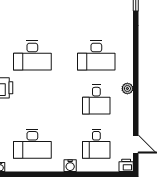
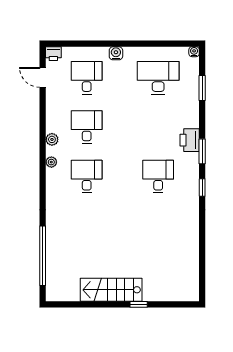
desk: (32, 55) -> (158, 176), width x0.73
desk: (96, 55) -> (87, 176), width x0.73
plant: (128, 68) -> (51, 162), added

